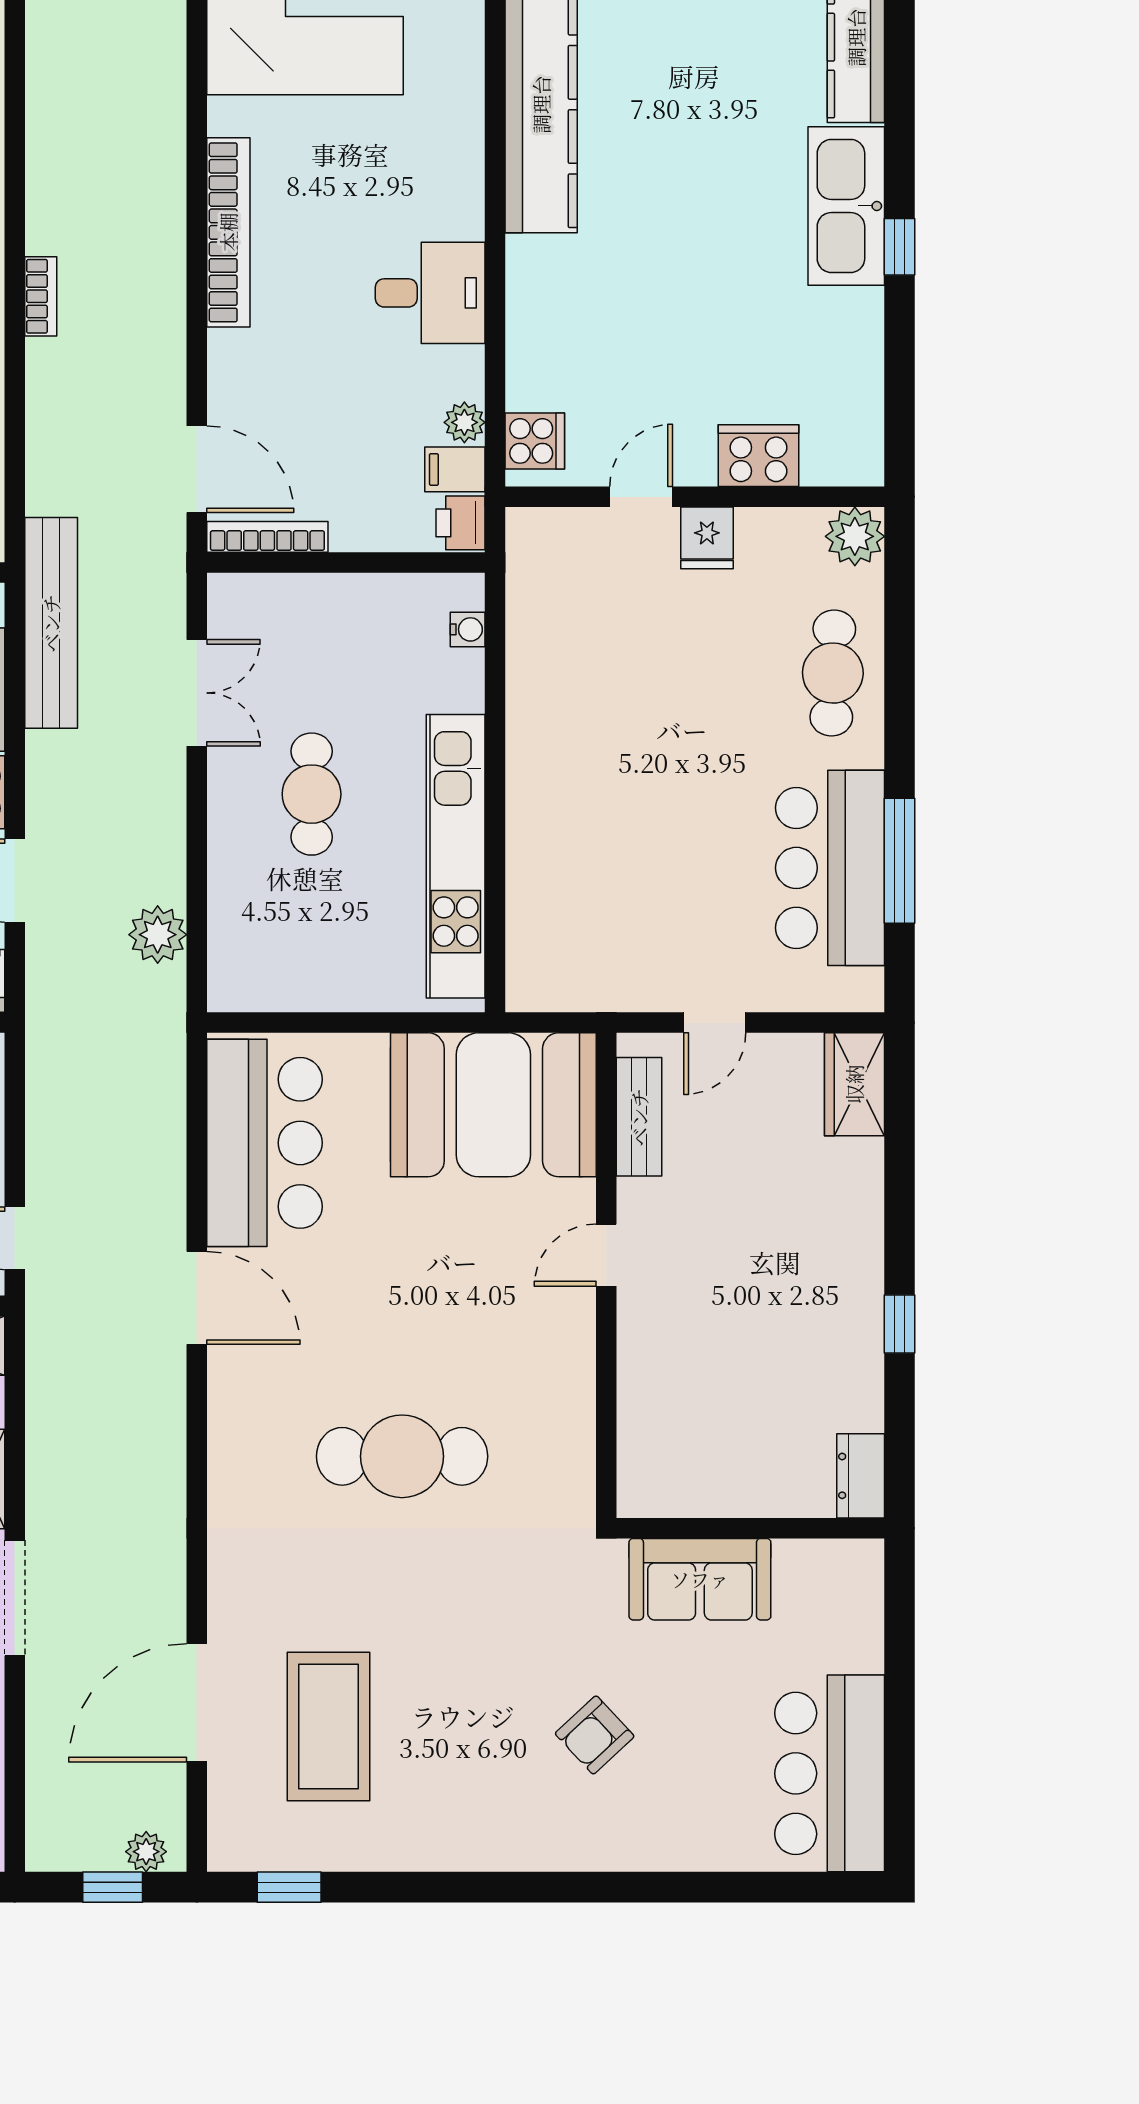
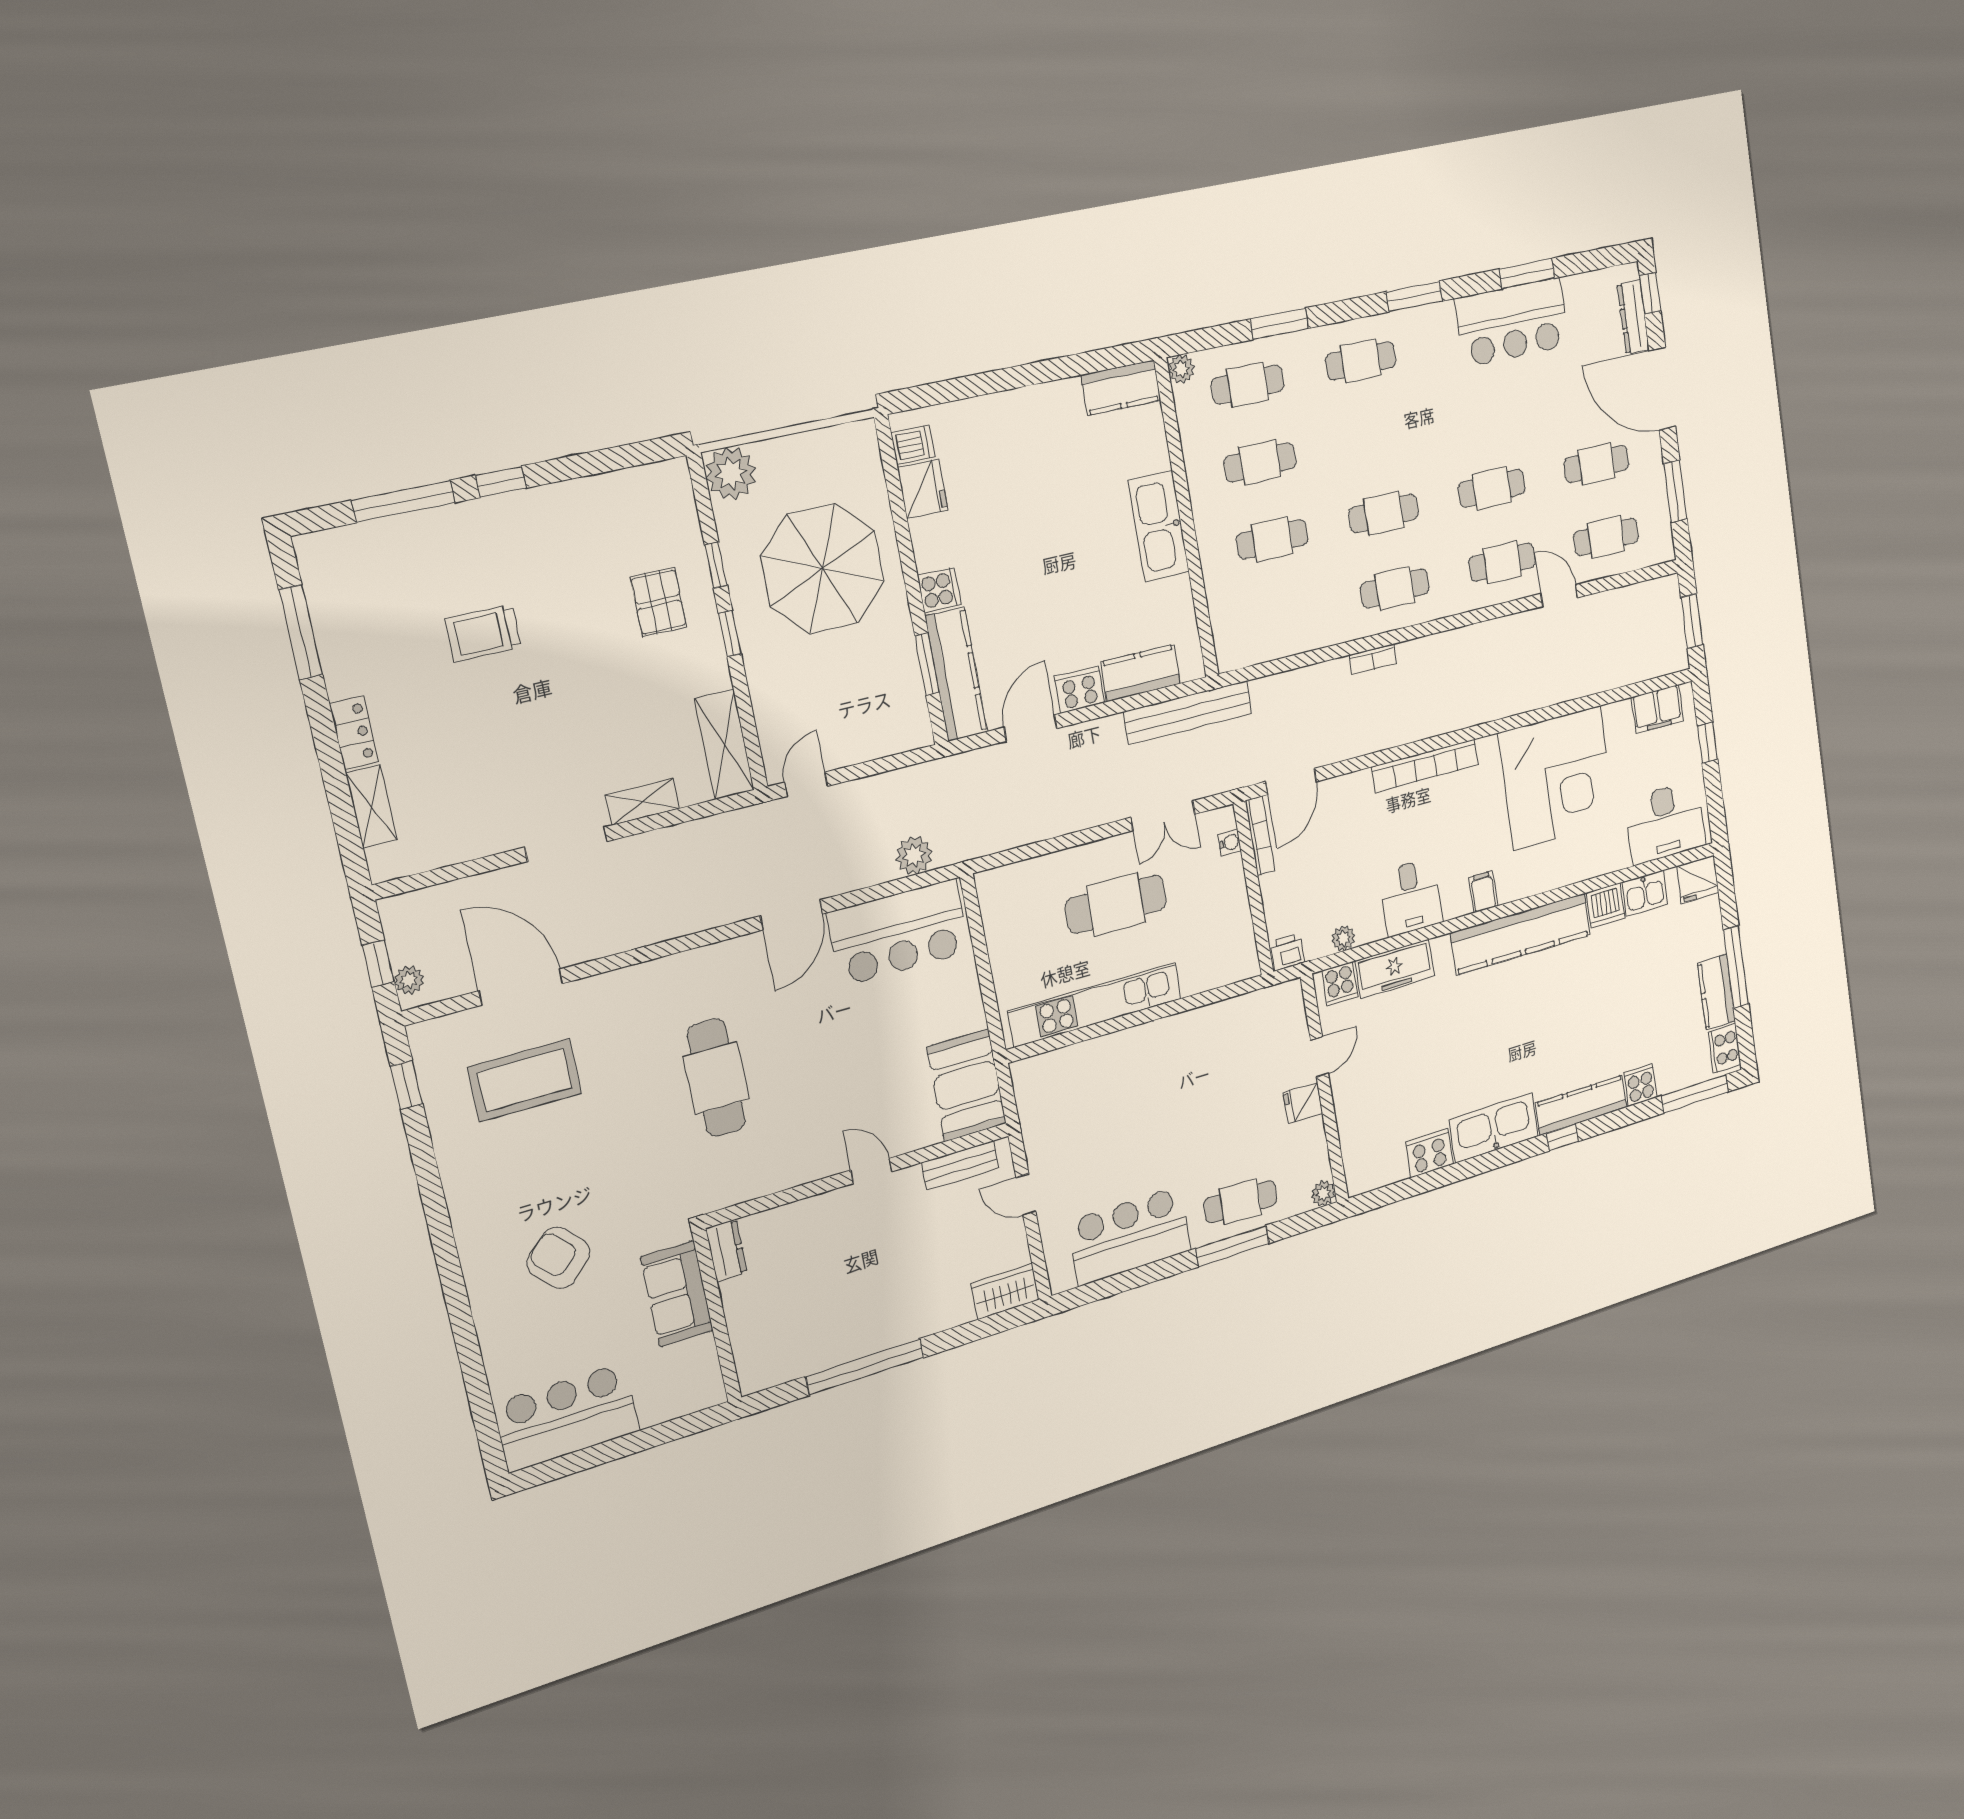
window: (900, 247) -> (1562, 1137), moved
freezer: (537, 341) -> (1395, 969), added
cooker: (758, 456) -> (1429, 1153), moved, turned -90
filing cabinet: (455, 469) -> (1483, 892), moved
door: (641, 497) -> (1319, 1057), hinge flipped
plant: (855, 536) -> (1323, 1193), width x0.73, depth x0.73
water cooler: (468, 629) -> (1230, 843), moved, turned -90
cafe table: (312, 794) -> (1116, 904), width x1.37, depth x1.35
window: (900, 861) -> (1232, 1246), moved
plant: (158, 935) -> (914, 855), moved
booth: (493, 1105) -> (967, 1085), width x0.73, depth x0.70
window: (900, 1324) -> (865, 1367), width x3.17
dresser: (861, 1476) -> (726, 1250), moved, turned 90
armchair: (595, 1735) -> (558, 1258), width x1.38, depth x1.38

